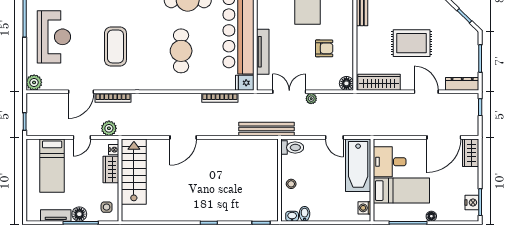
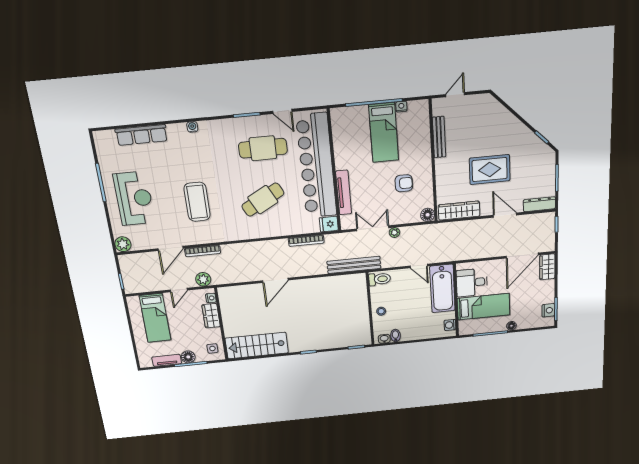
cafe table: (181, 51) -> (263, 200), turned 62
stairs: (134, 172) -> (257, 346), moved, turned -90

